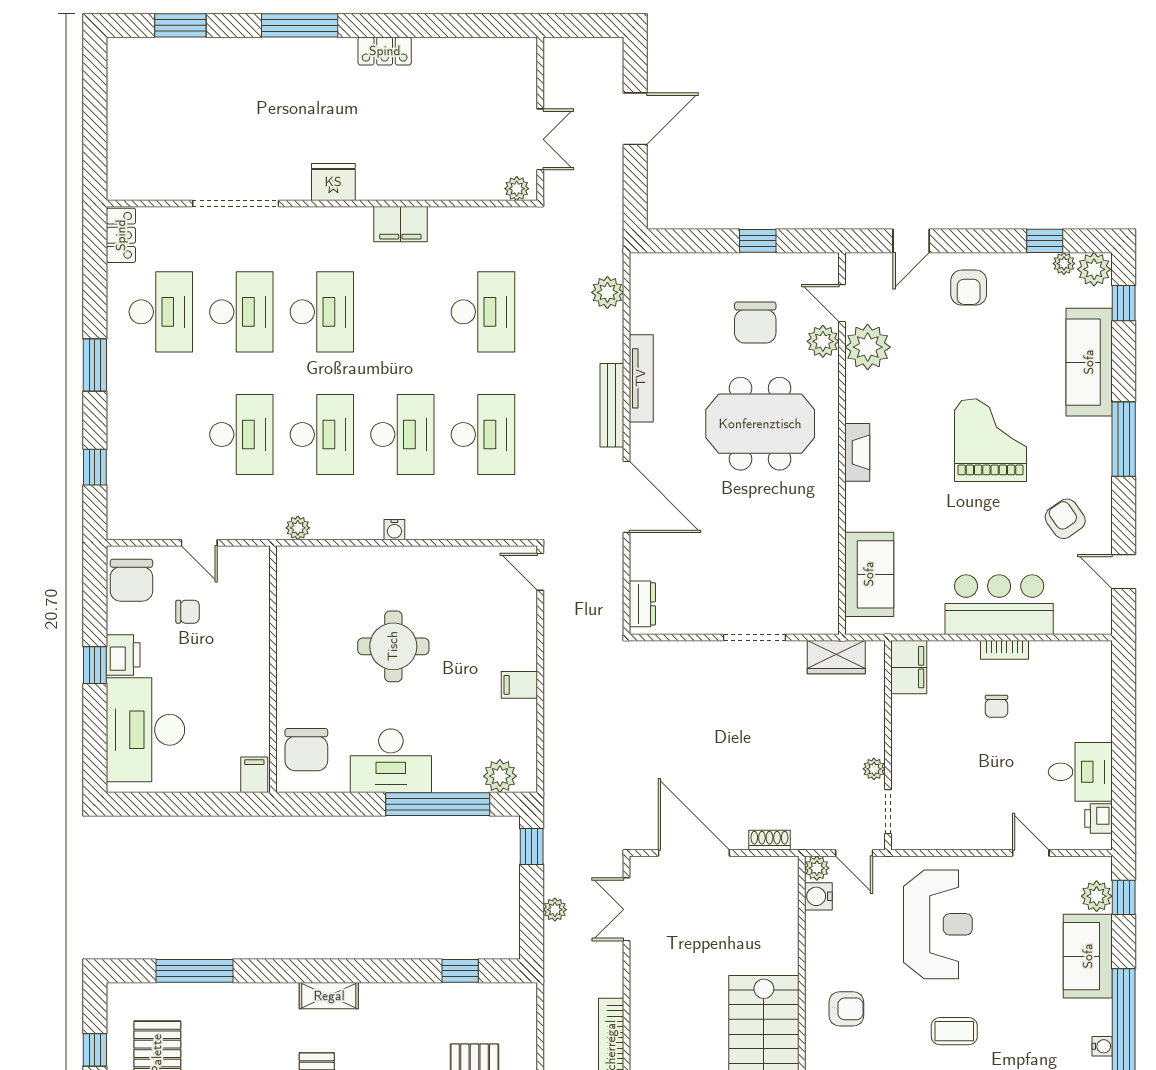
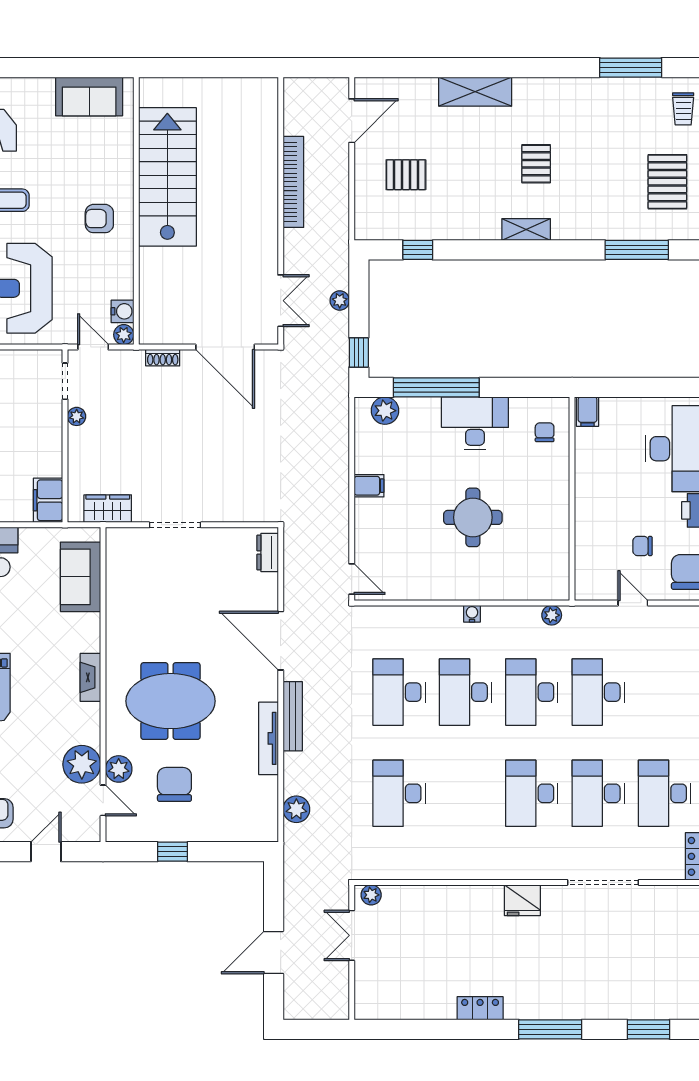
filing cabinet: (400, 224) -> (467, 865), removed
chair: (306, 750) -> (545, 432), width x0.54, depth x0.54

